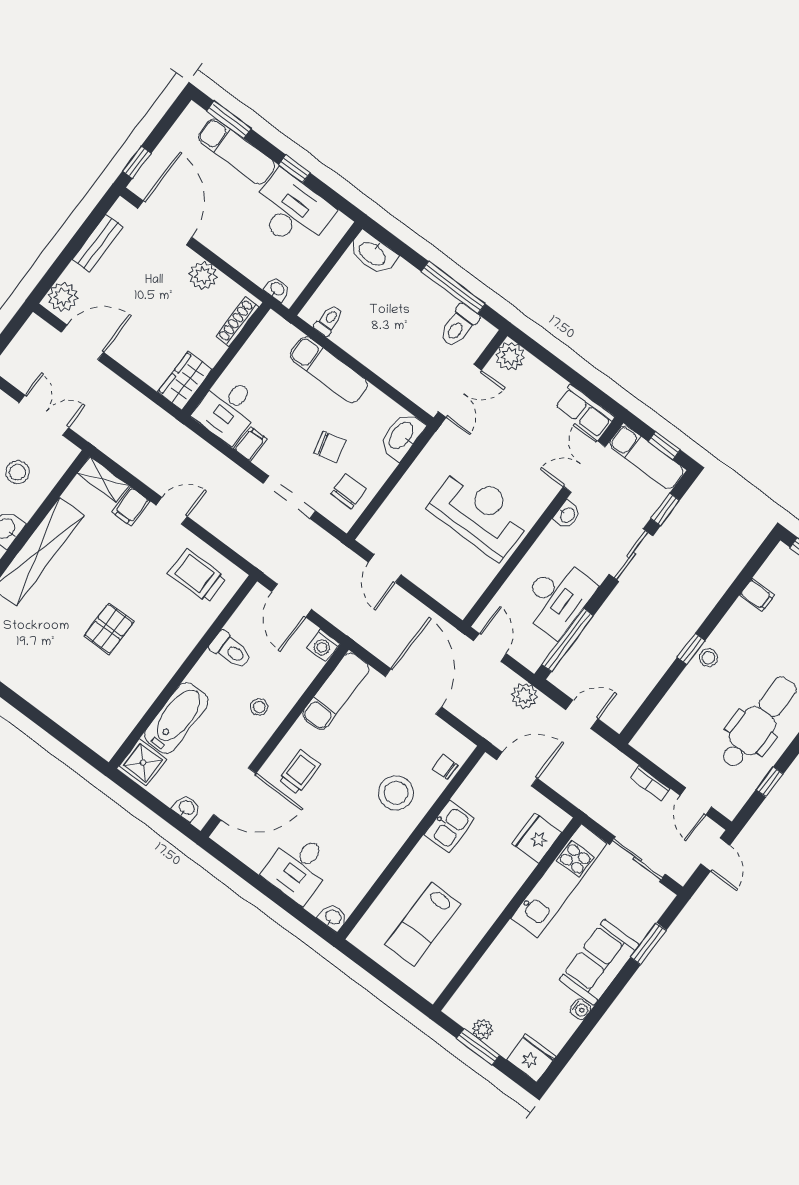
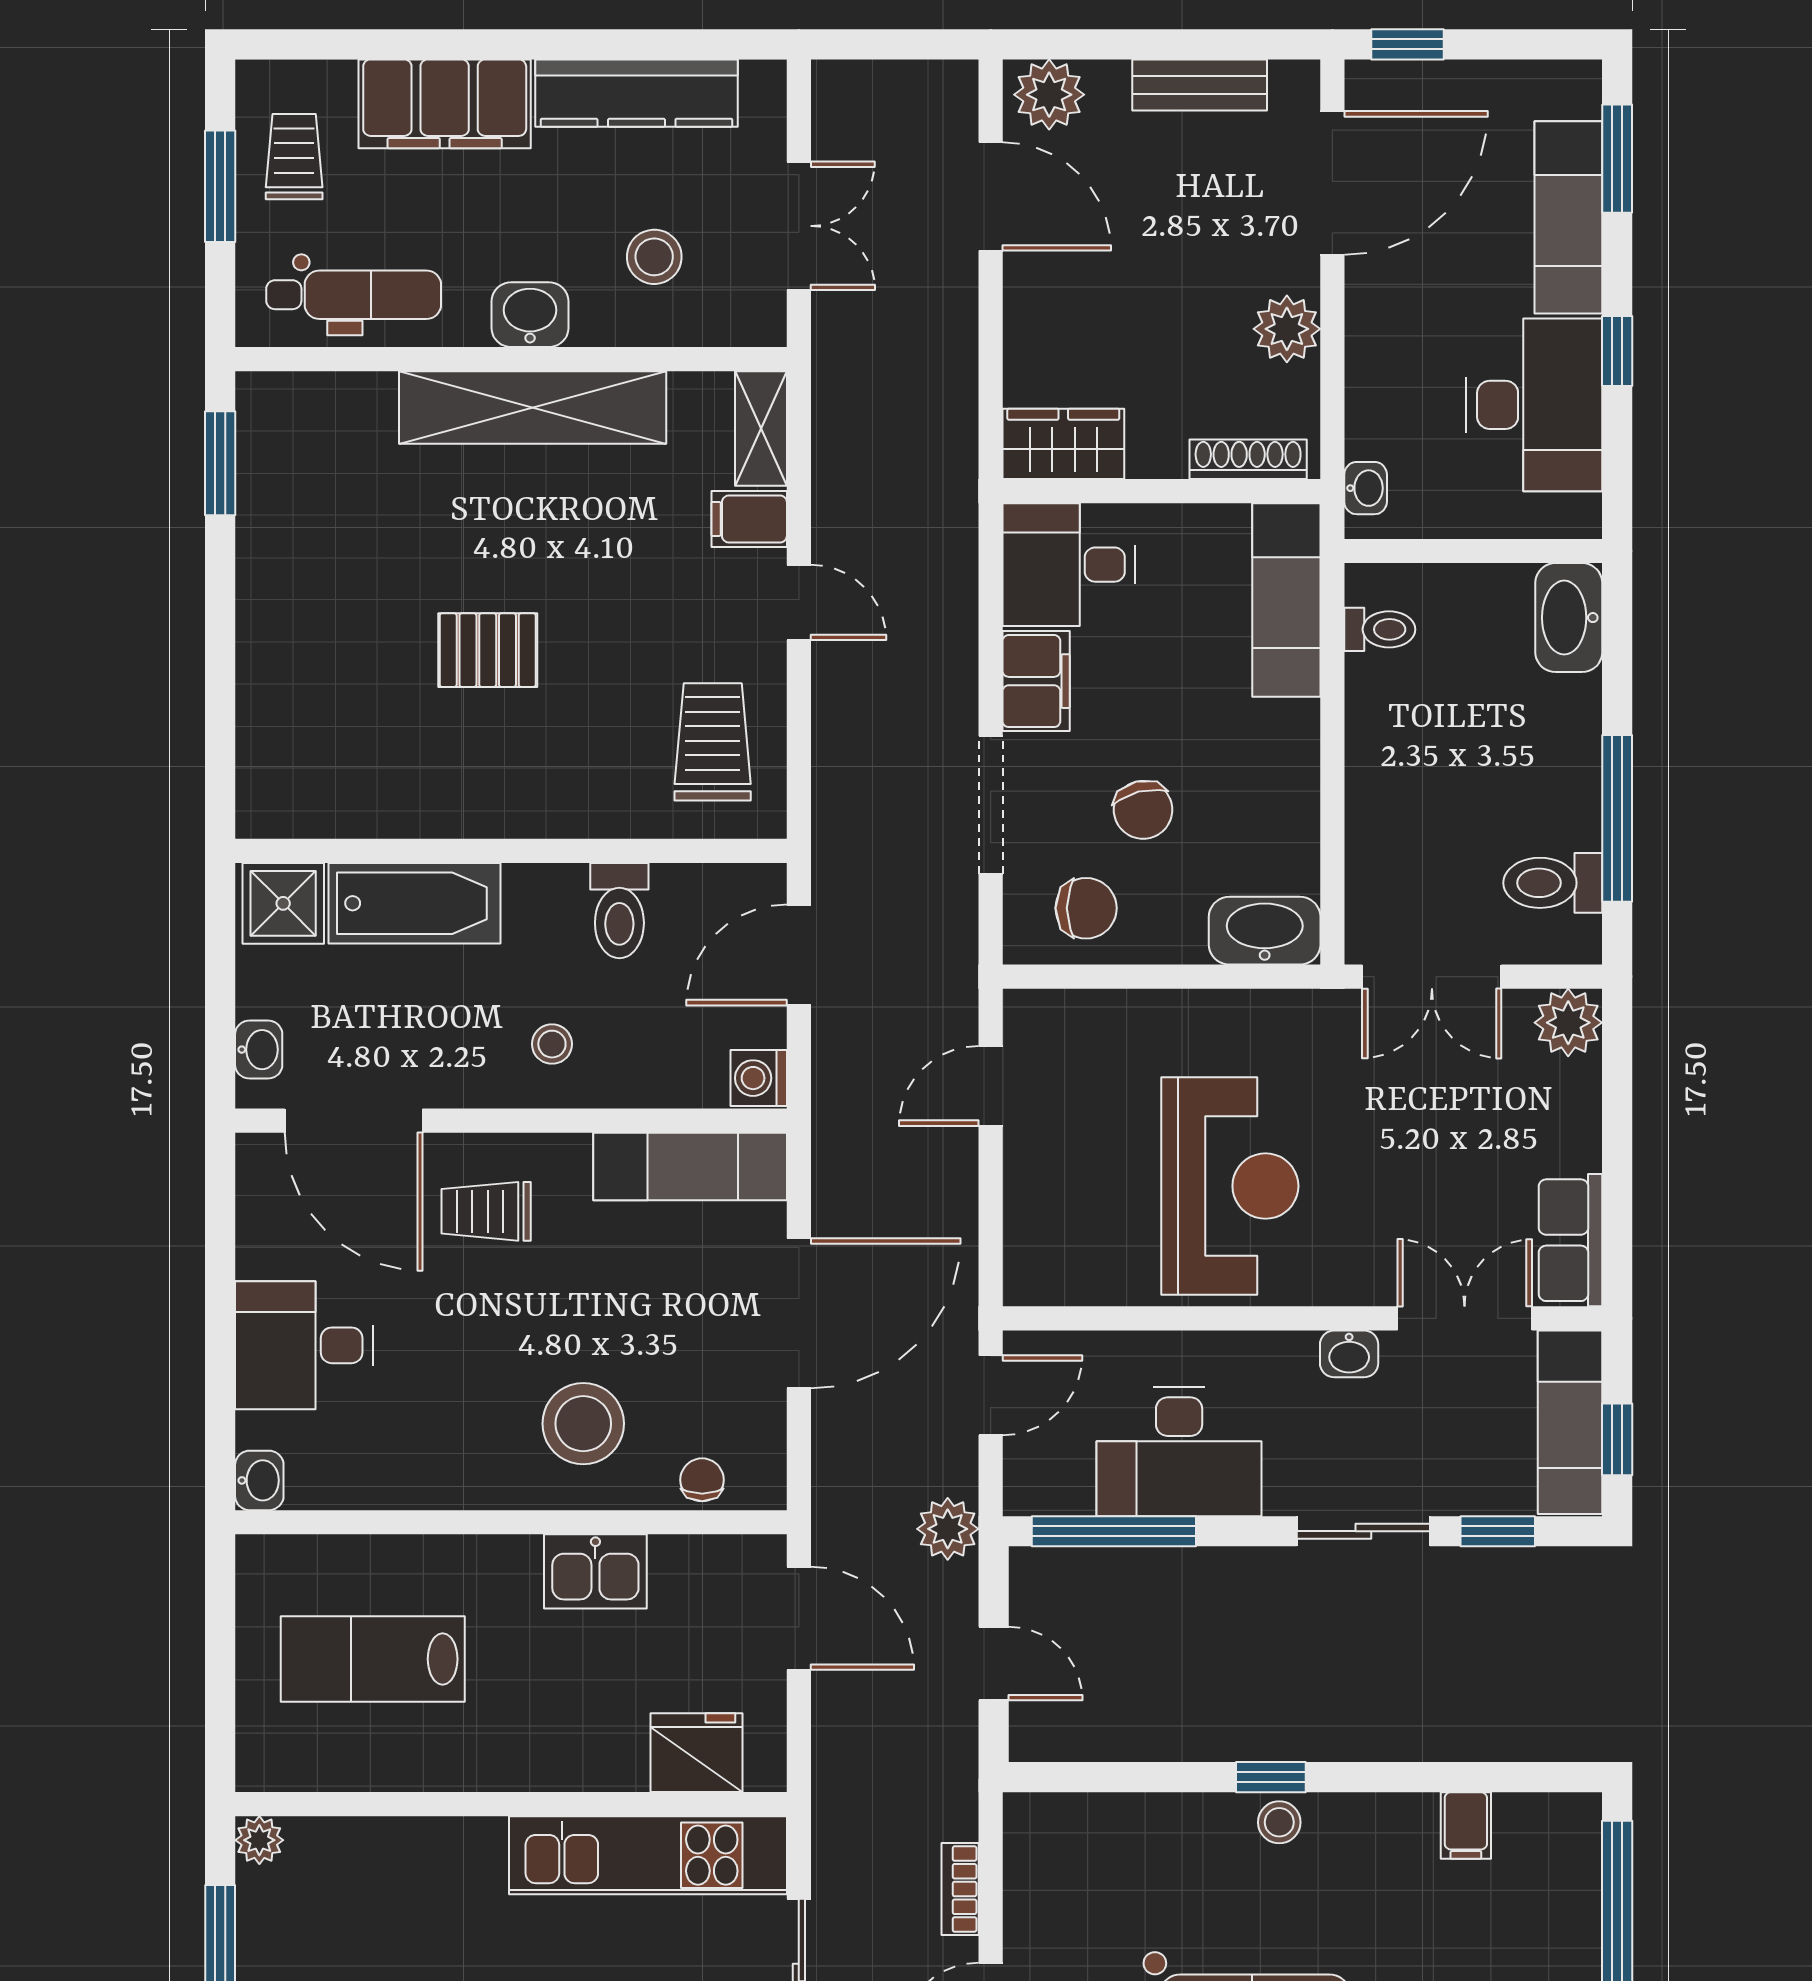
exam couch: (329, 370) -> (1286, 600), moved
filing cabinet: (250, 444) -> (1036, 681), width x2.00
trolley: (299, 772) -> (486, 1211), turned 180
plant: (483, 1029) -> (259, 1840), moved

